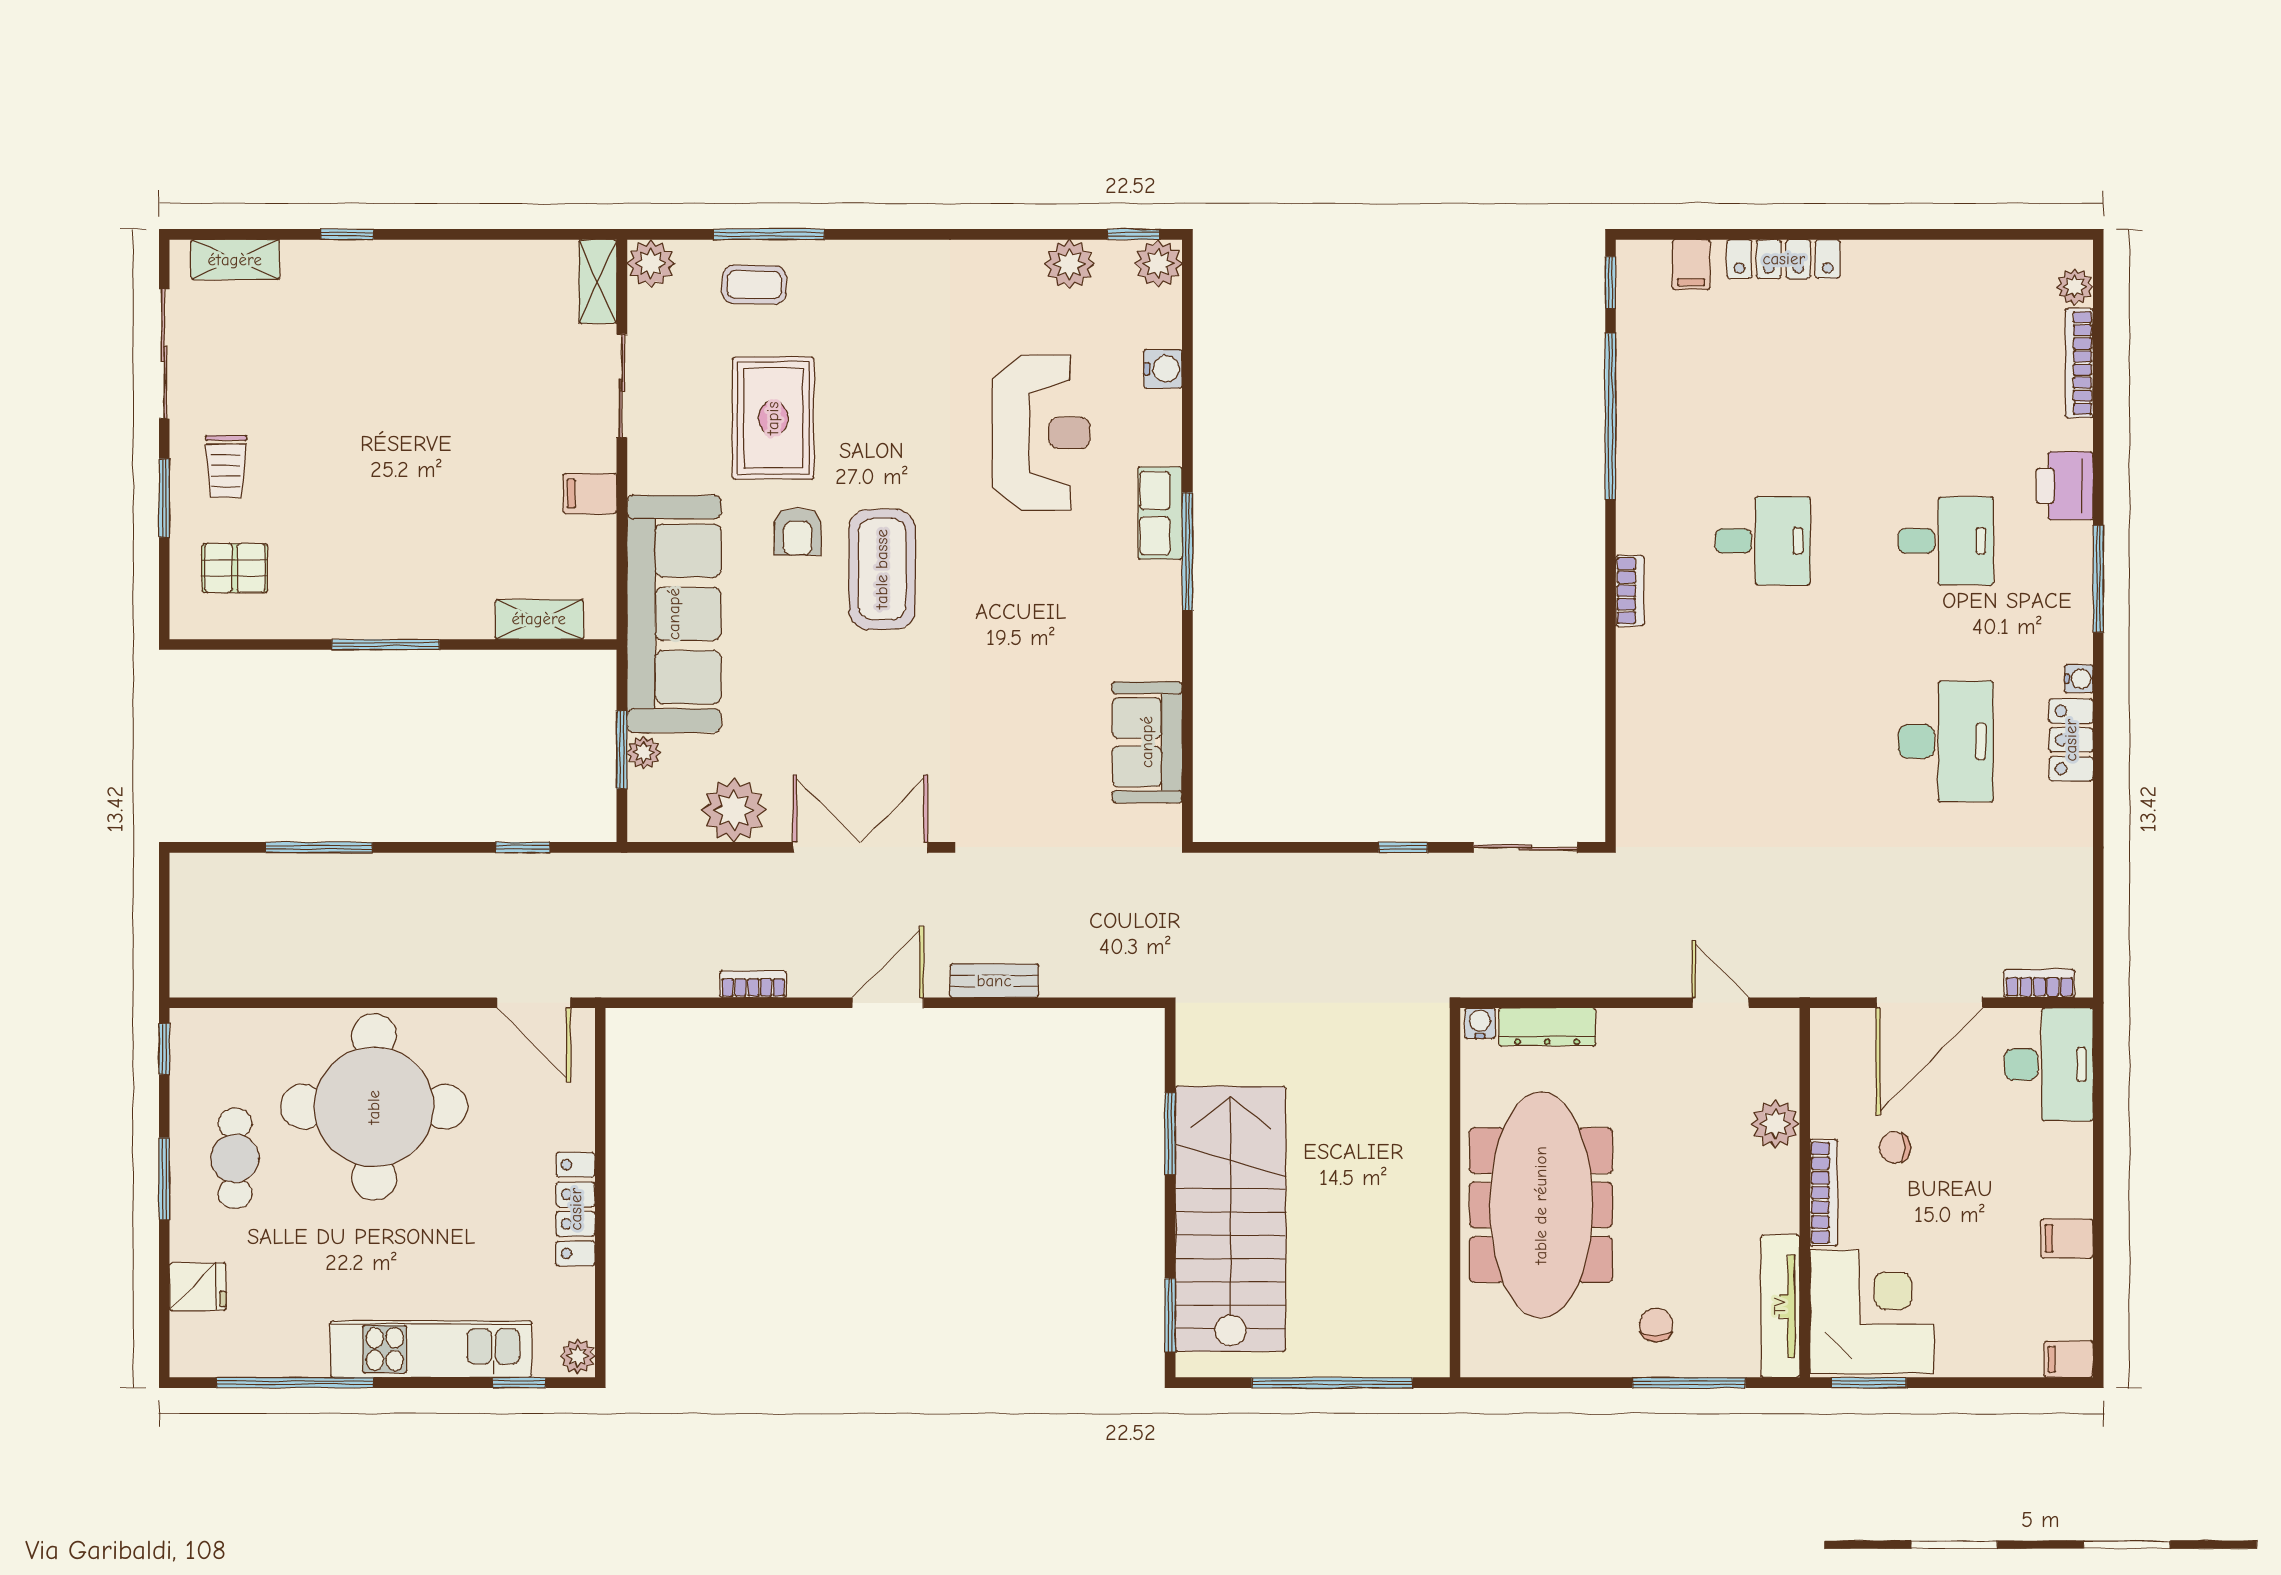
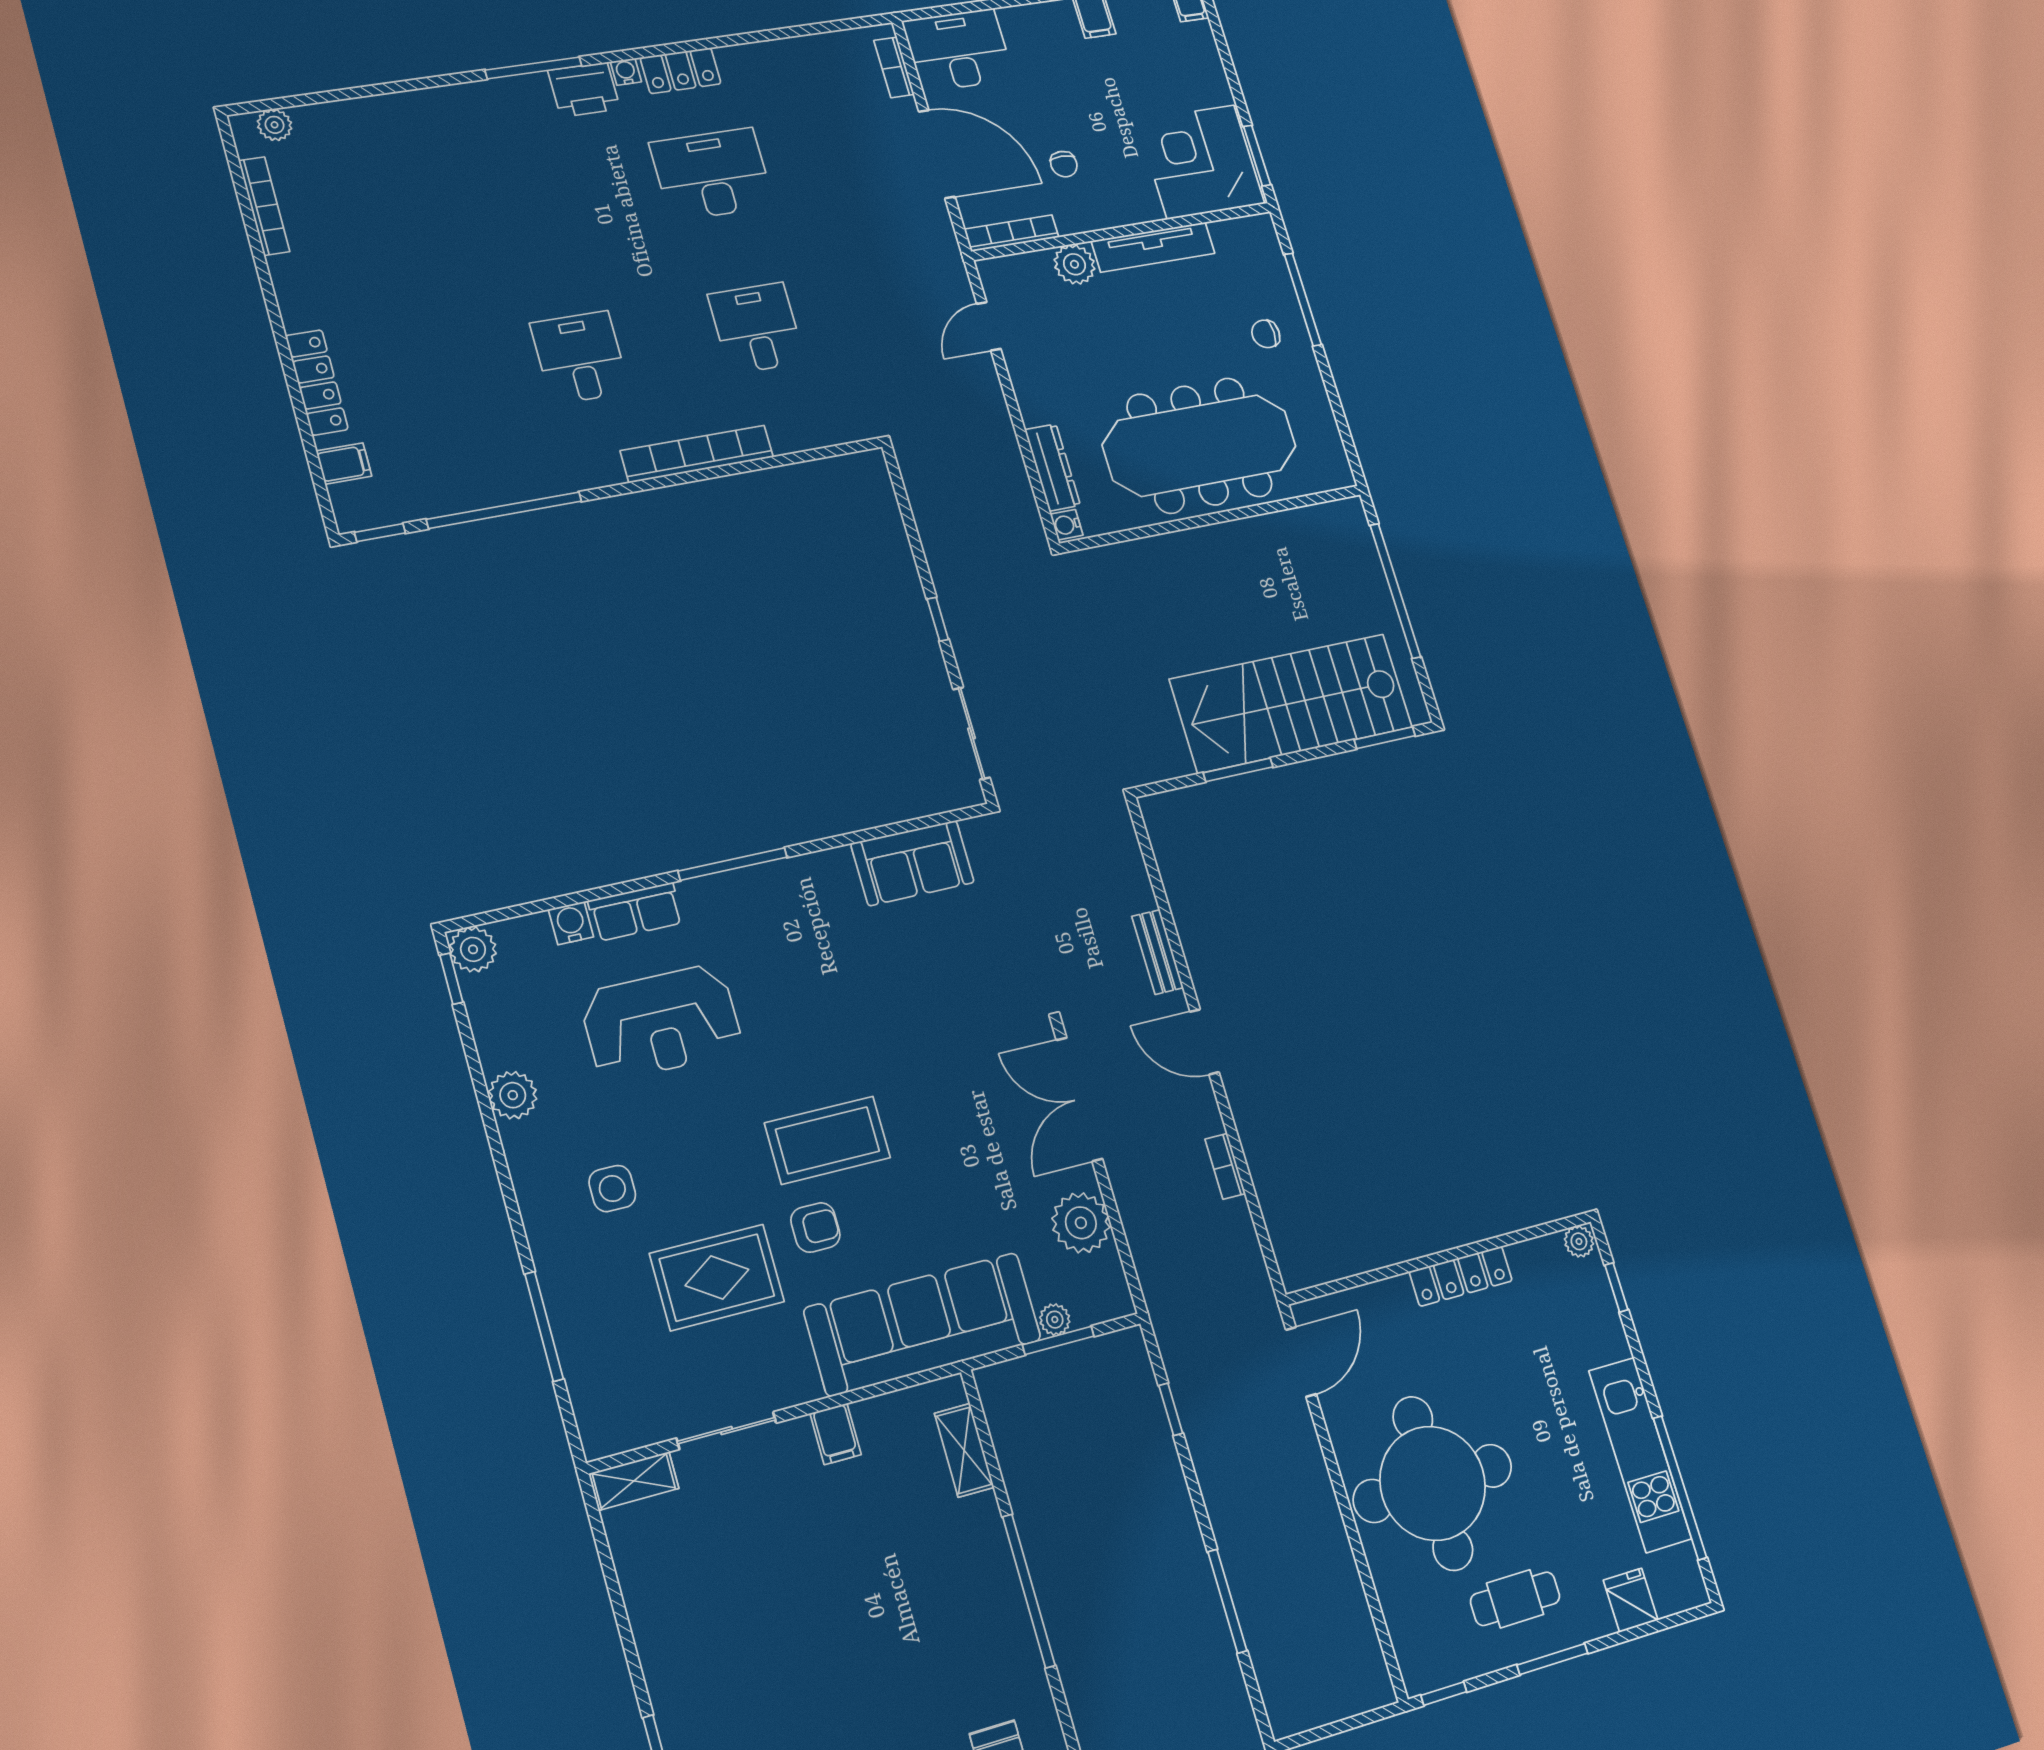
plant: (651, 263) -> (603, 1434), removed
plant: (1069, 264) -> (513, 1095), moved
coffee table: (754, 285) -> (596, 1328), removed
side table: (887, 338) -> (612, 1189), added
bookcase: (2079, 363) -> (264, 206), moved, turned -90
reception desk: (1041, 433) -> (661, 1022), turned 180
printer: (2065, 486) -> (584, 90), moved
row of seats: (1160, 513) -> (636, 912), moved
desk: (1946, 541) -> (757, 328), moved
bookcase: (1630, 591) -> (697, 454), width x2.31, depth x1.31
window: (386, 644) -> (1029, 1591), width x1.46
sliding door: (1525, 847) -> (972, 733), moved
bookcase: (1824, 1193) -> (1012, 233), moved
tv unit: (1780, 1306) -> (1153, 247), moved
kitchen unit: (431, 1349) -> (1640, 1455), moved

